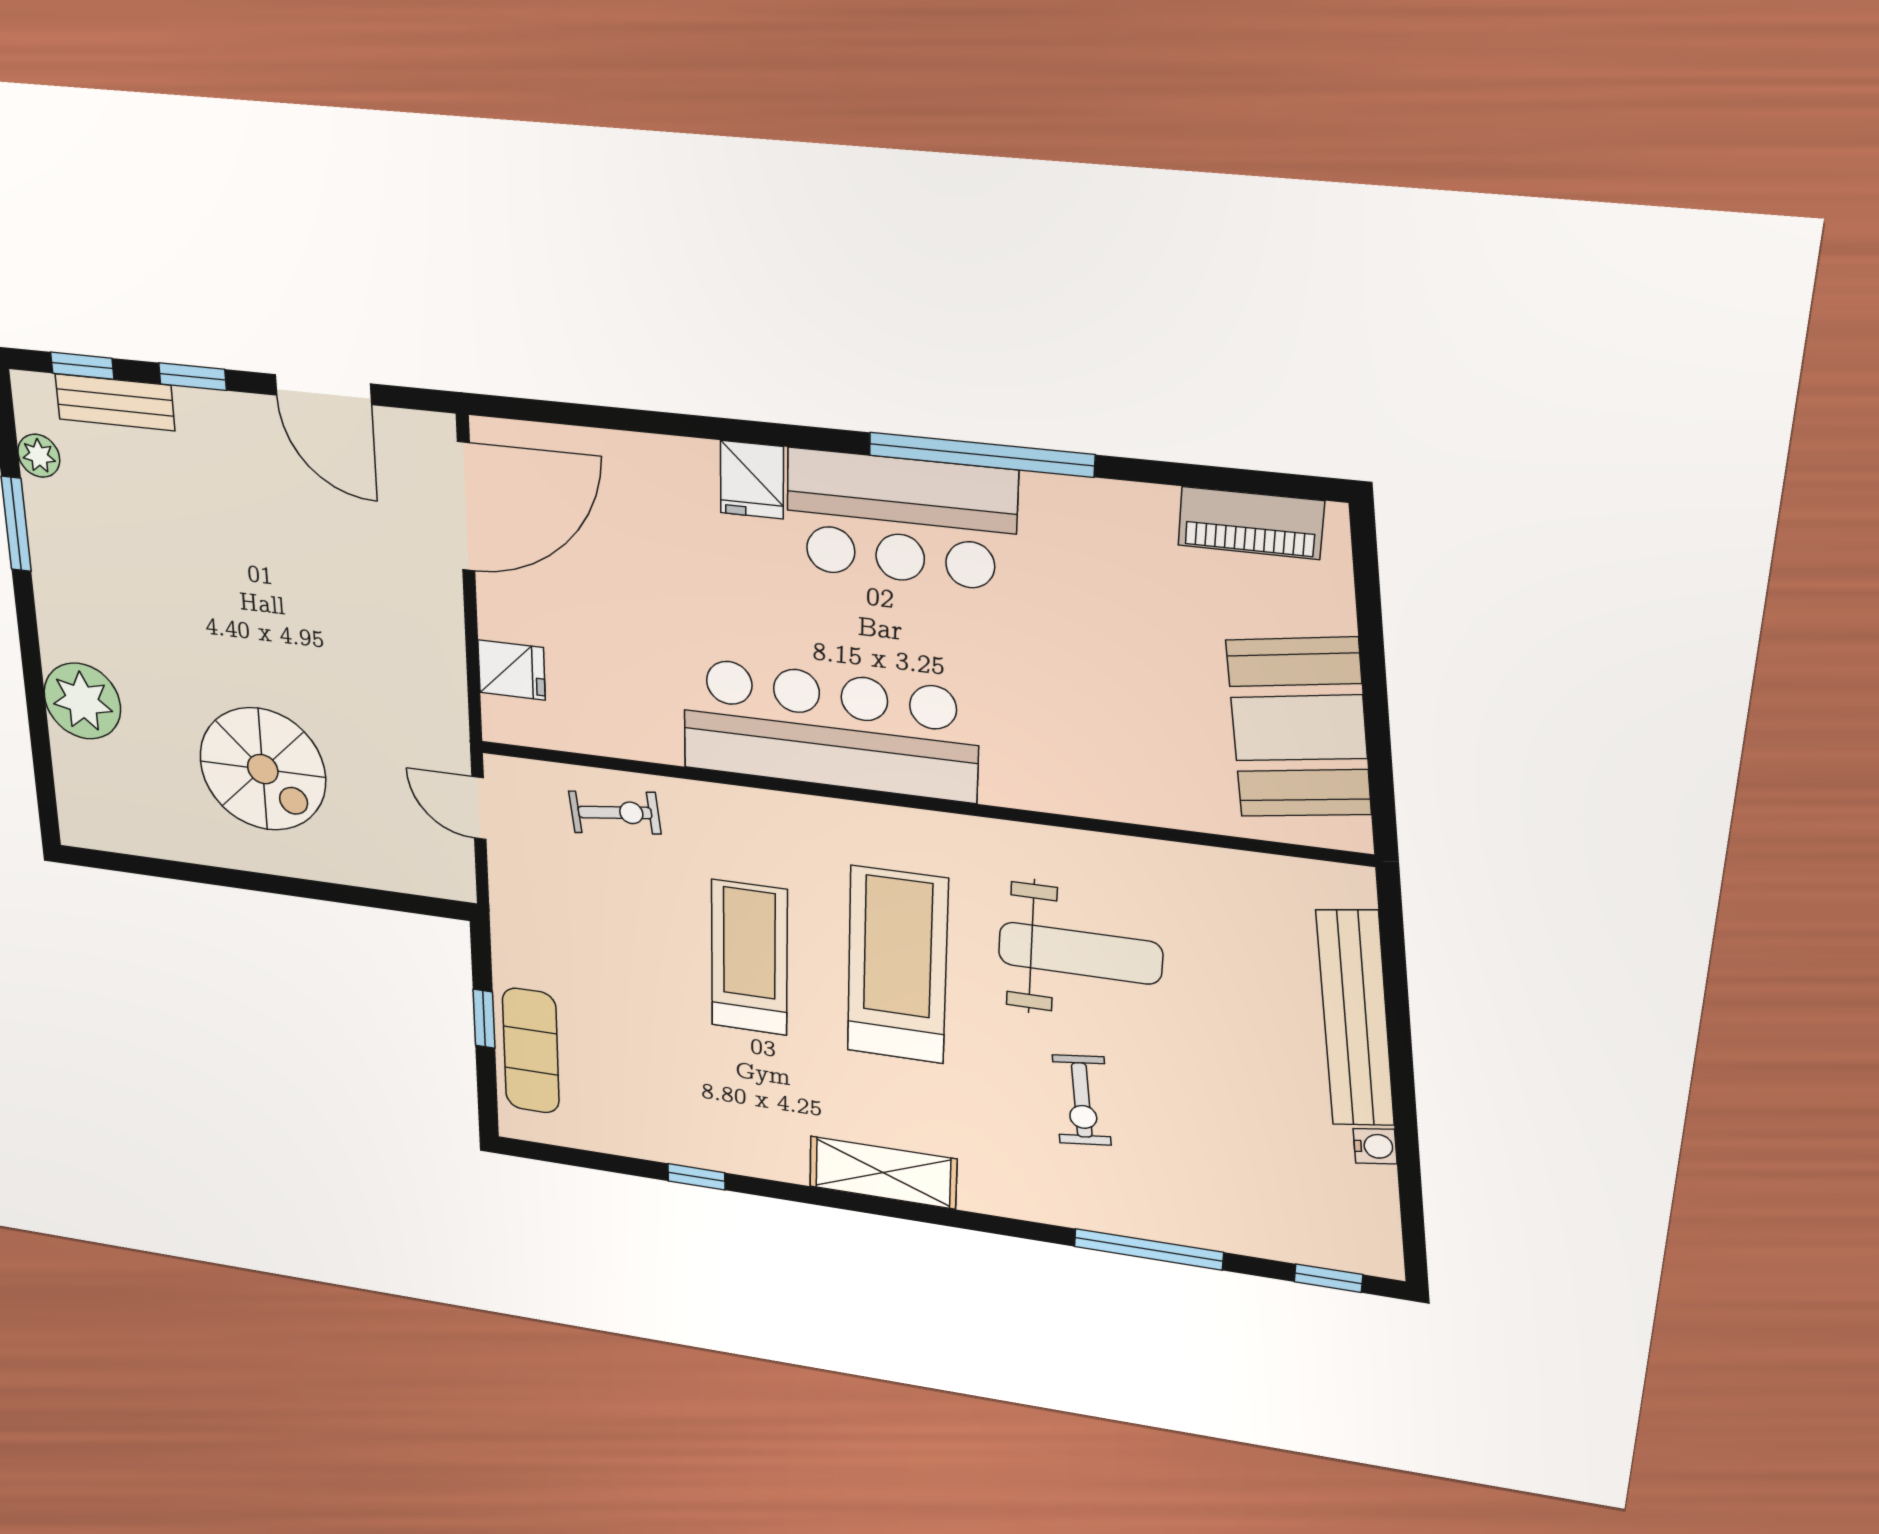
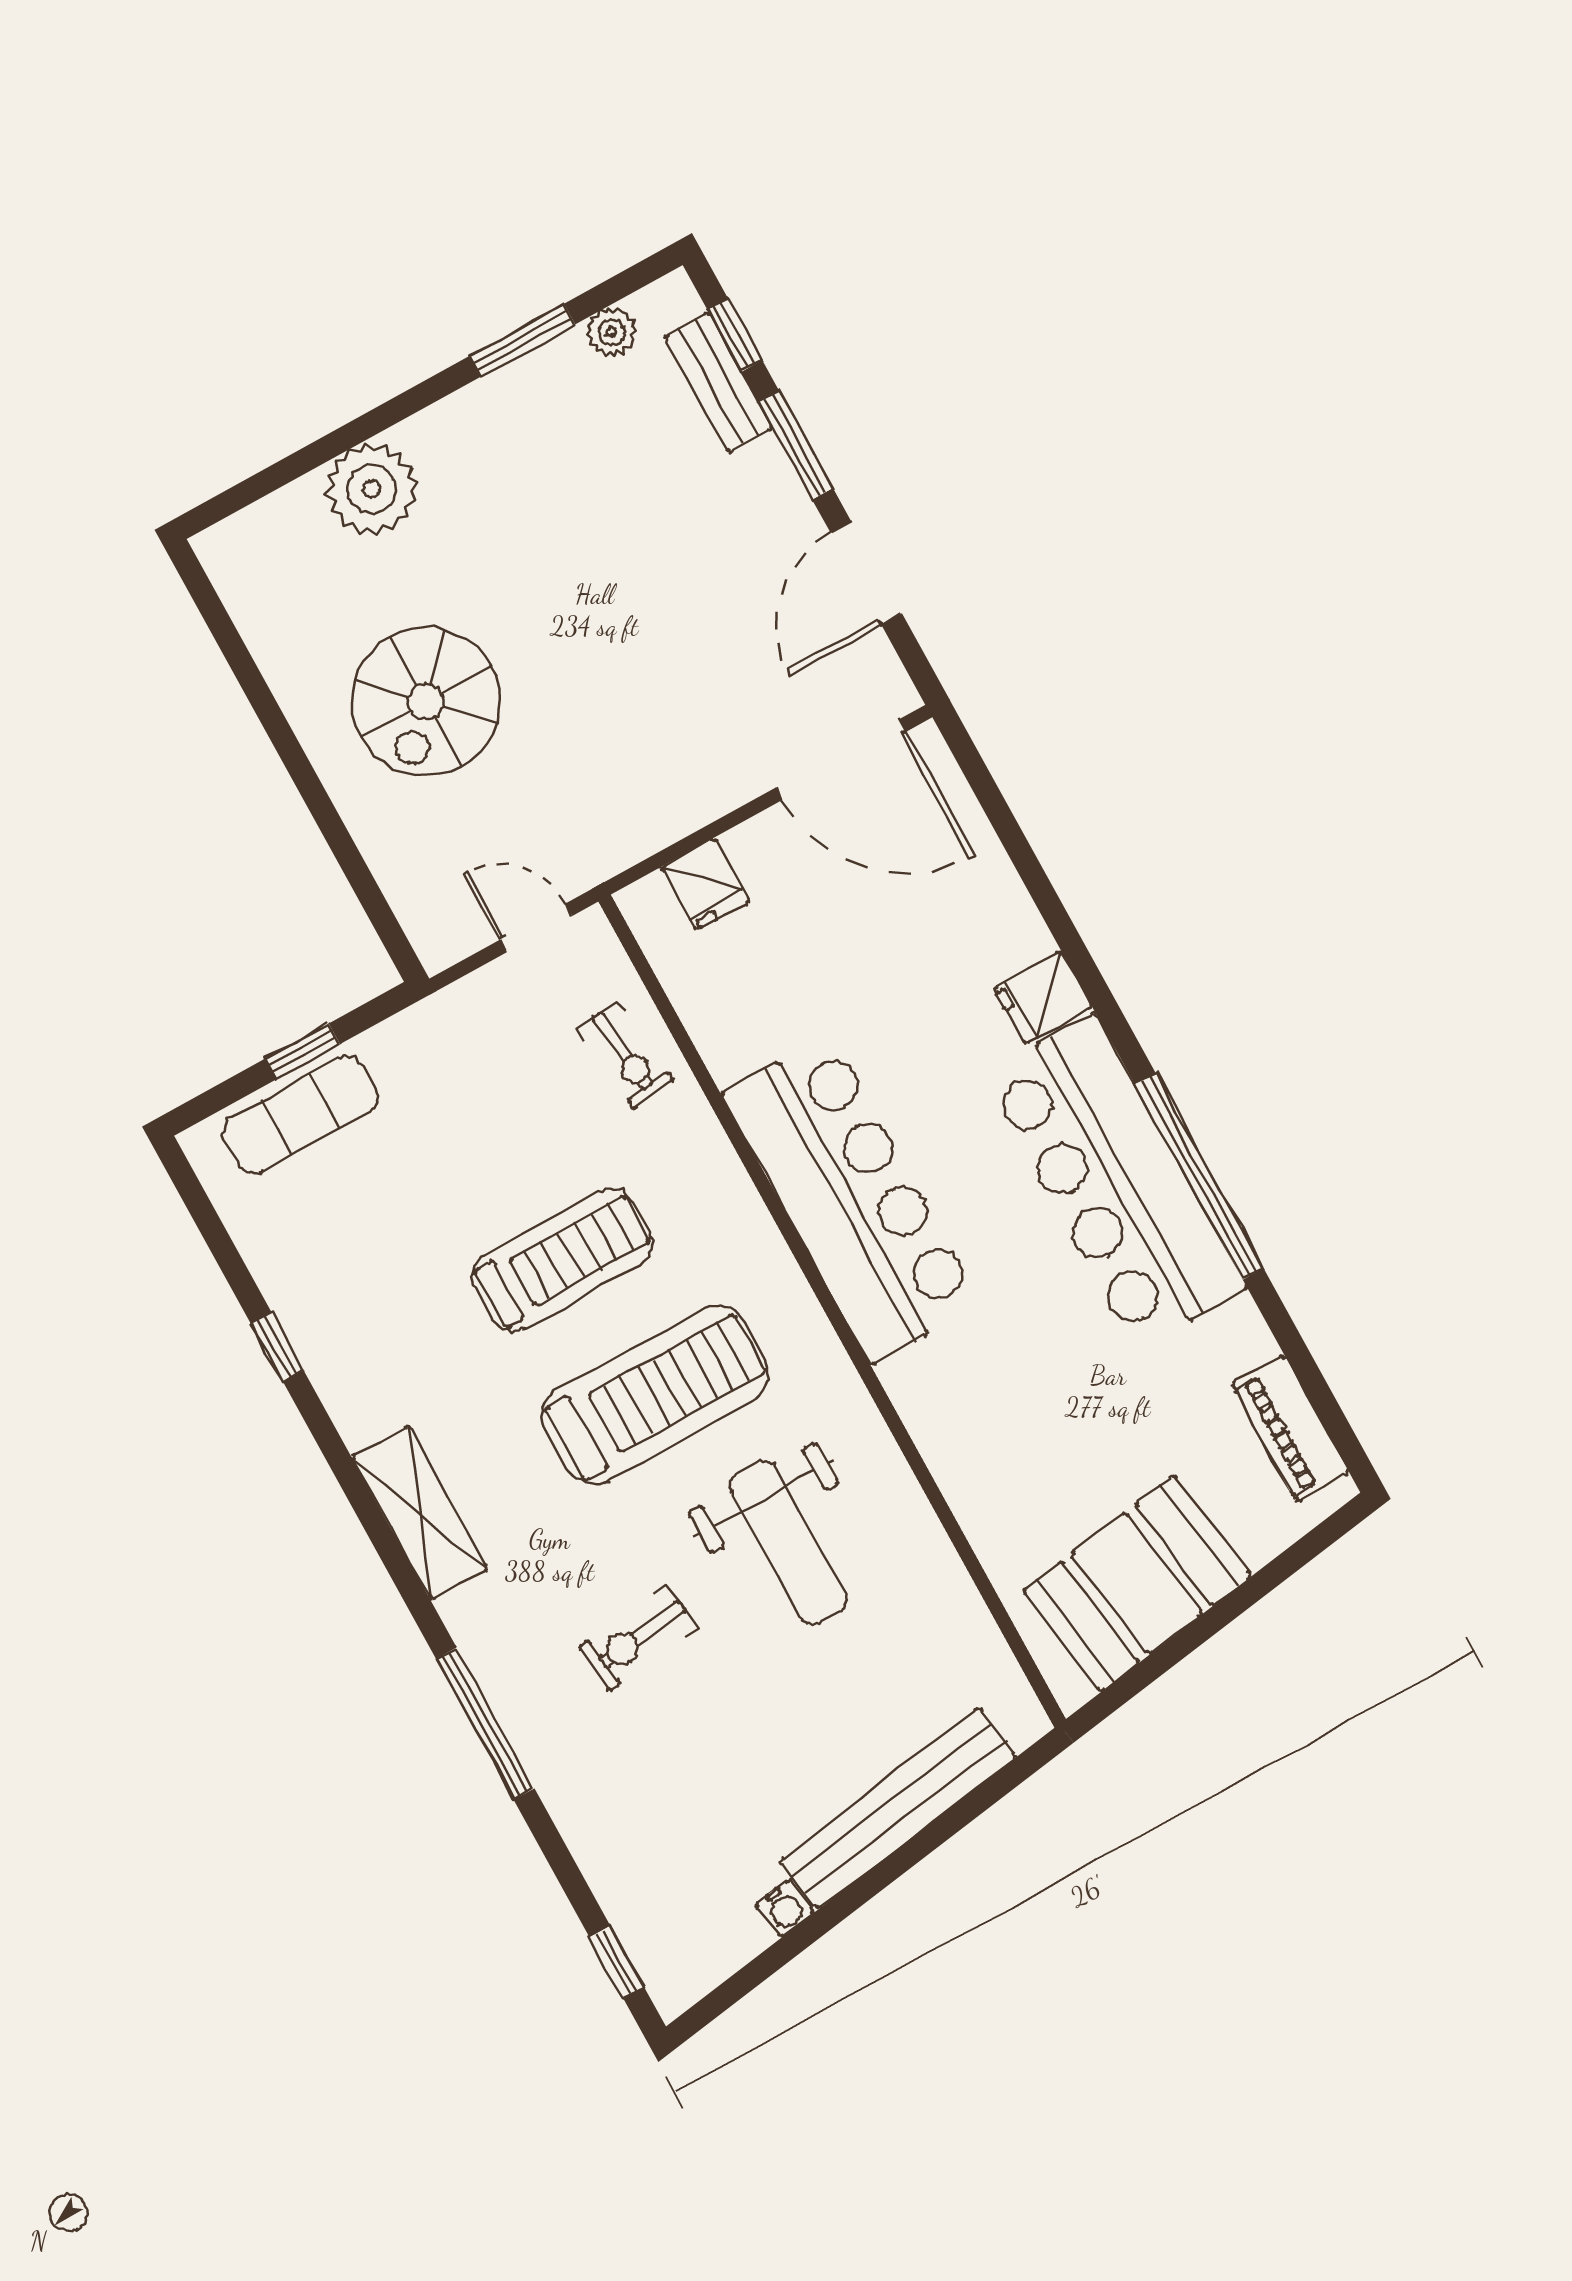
window: (193, 377) -> (796, 445), width x1.50
bar counter: (901, 520) -> (1115, 1181), width x1.36
door: (479, 808) -> (536, 928), hinge flipped
window: (1149, 1249) -> (485, 1724), moved

